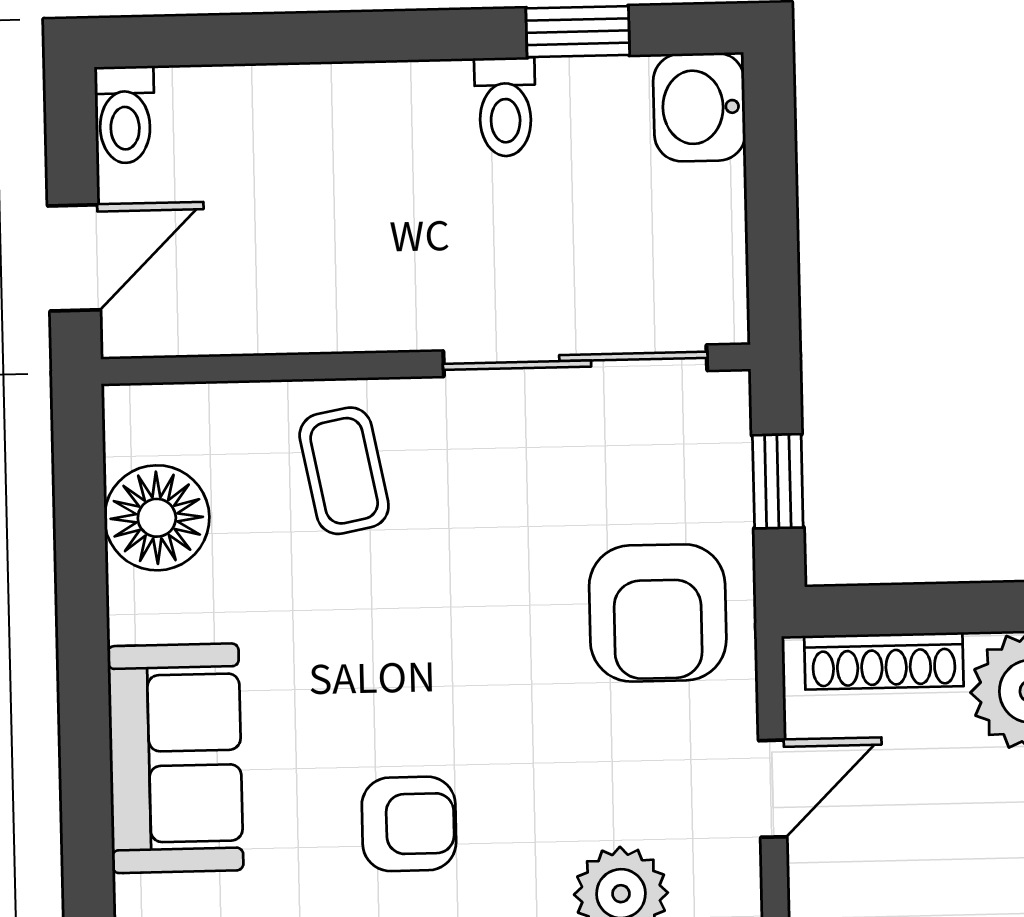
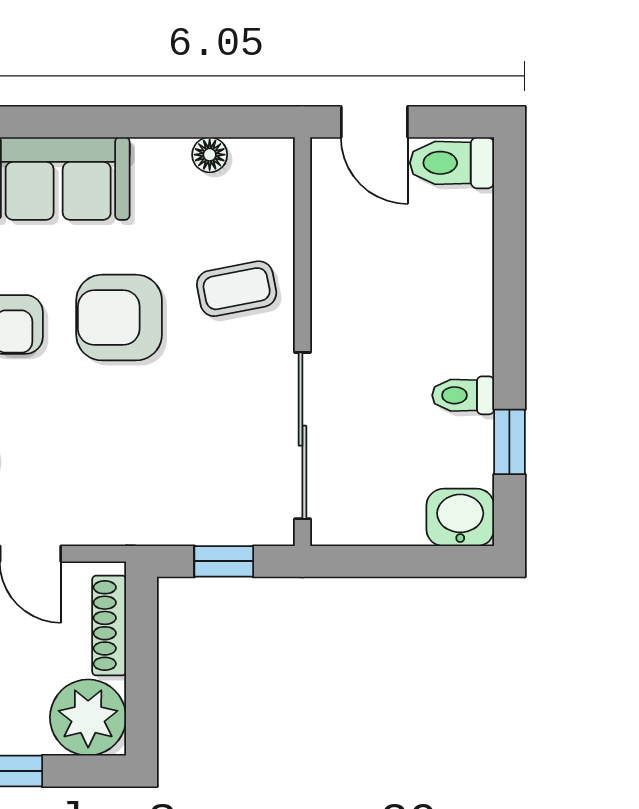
toilet: (125, 115) -> (452, 163), width x1.37, depth x1.39
floor lamp: (157, 518) -> (210, 155), width x0.53, depth x0.53
armchair: (658, 613) -> (119, 318), moved

